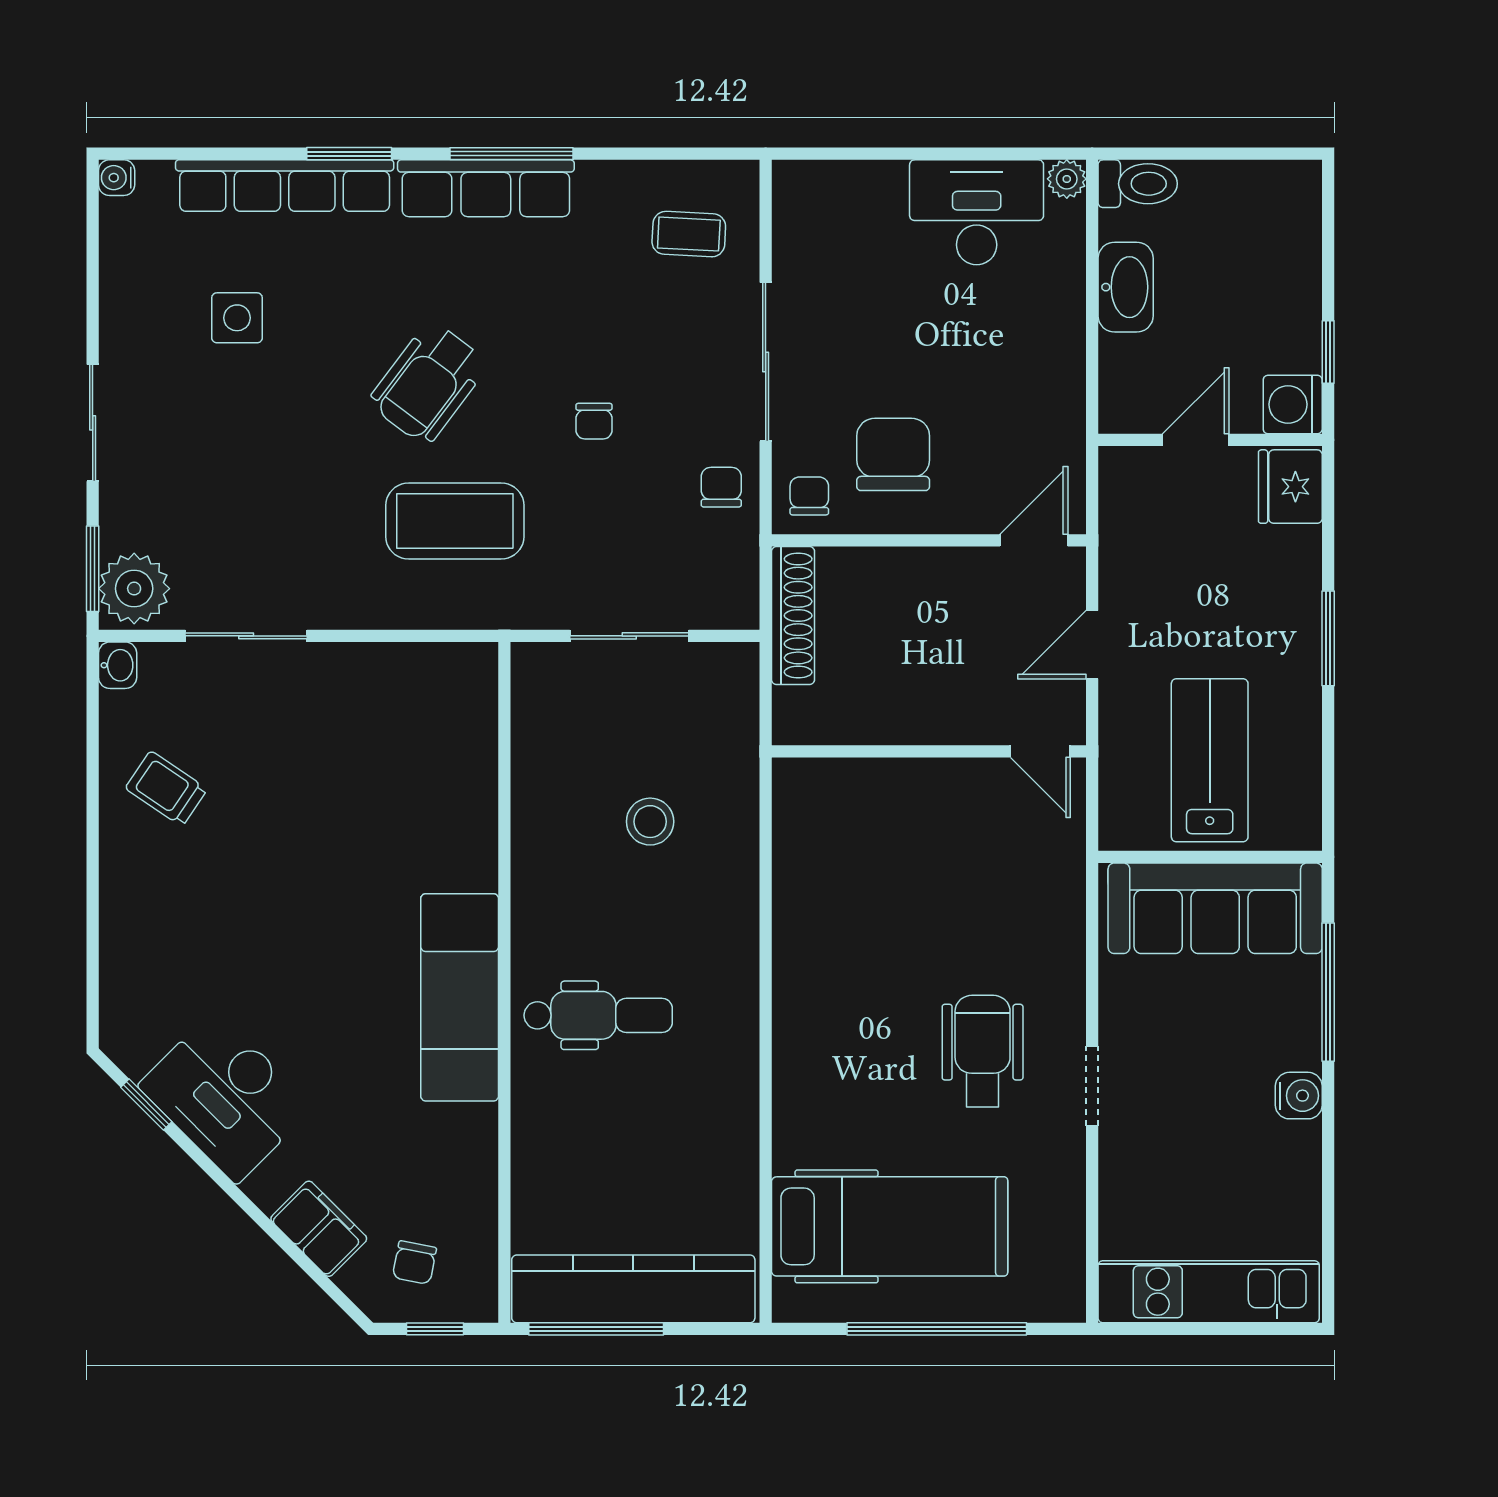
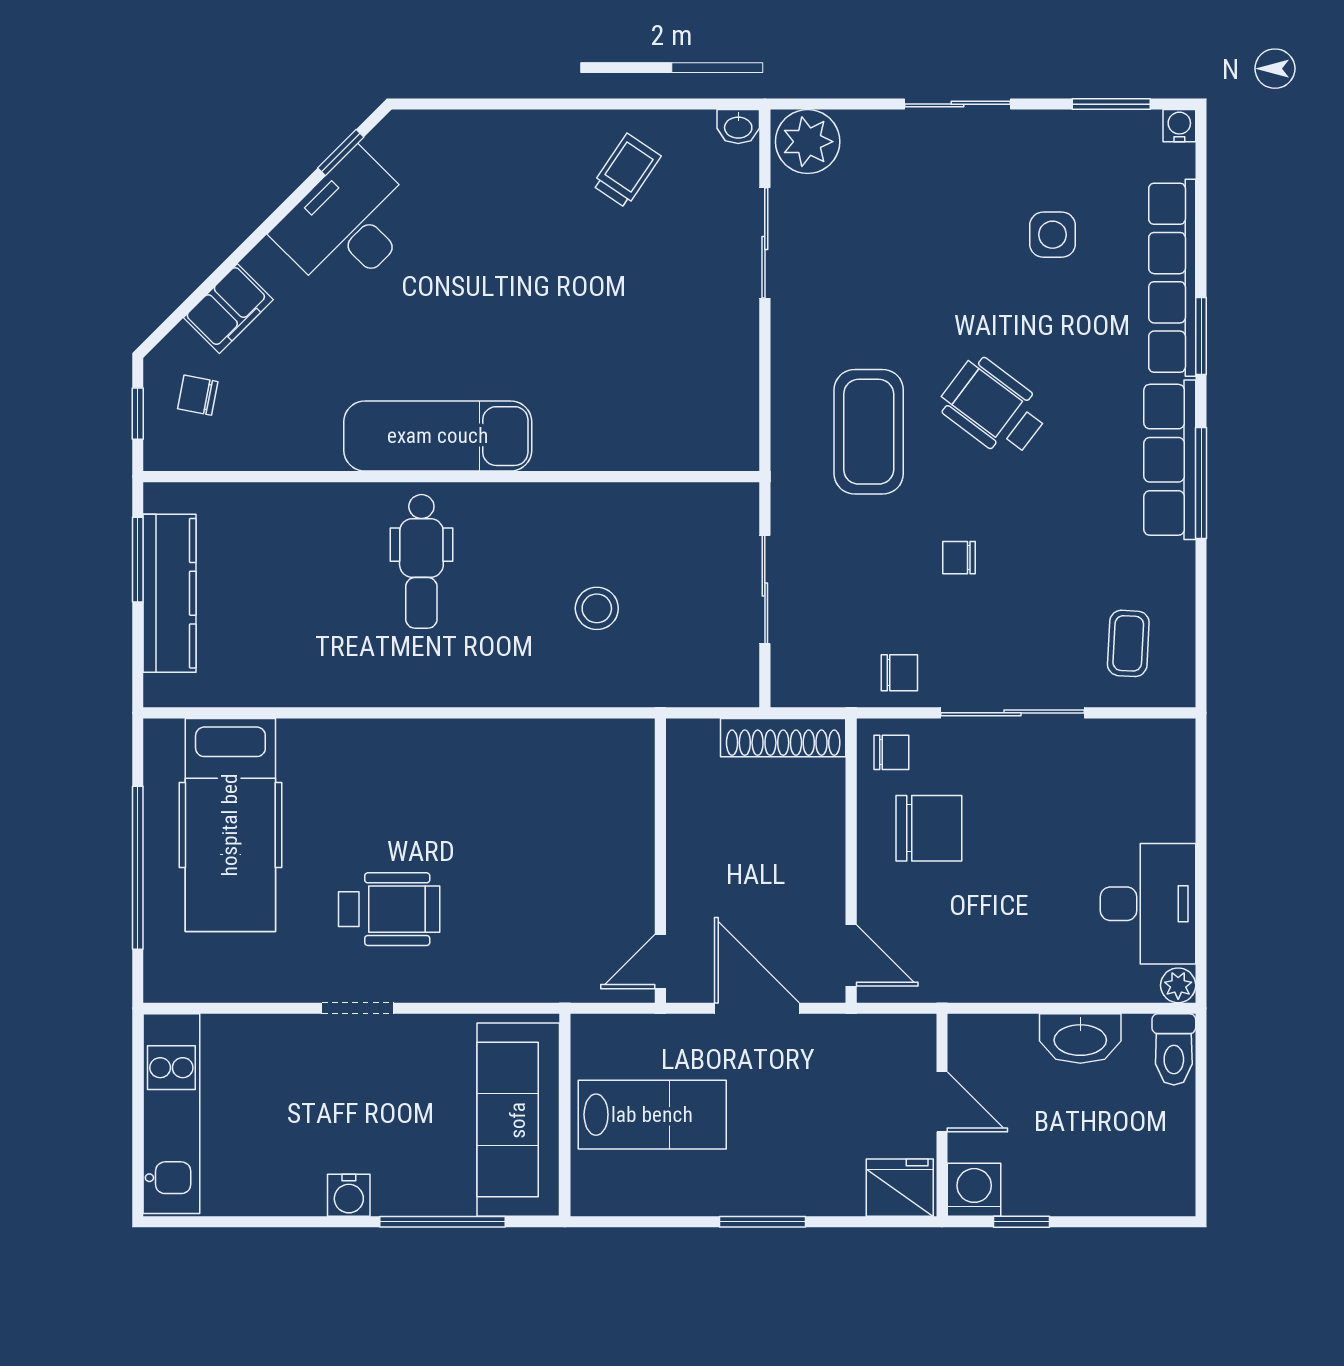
window: (93, 569) -> (1111, 104), moved
door: (1092, 645) -> (757, 1008), width x1.38
kitchen counter: (633, 1289) -> (170, 593), width x0.72, depth x0.86
window: (596, 1329) -> (138, 560), width x0.69

